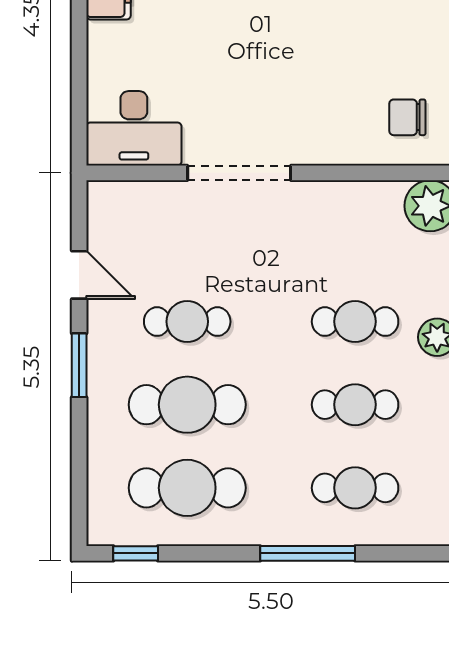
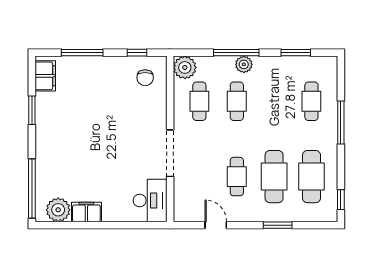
door: (79, 275) -> (216, 225), hinge flipped
window: (79, 365) -> (278, 225), moved
cafe table: (355, 405) -> (199, 101), moved

